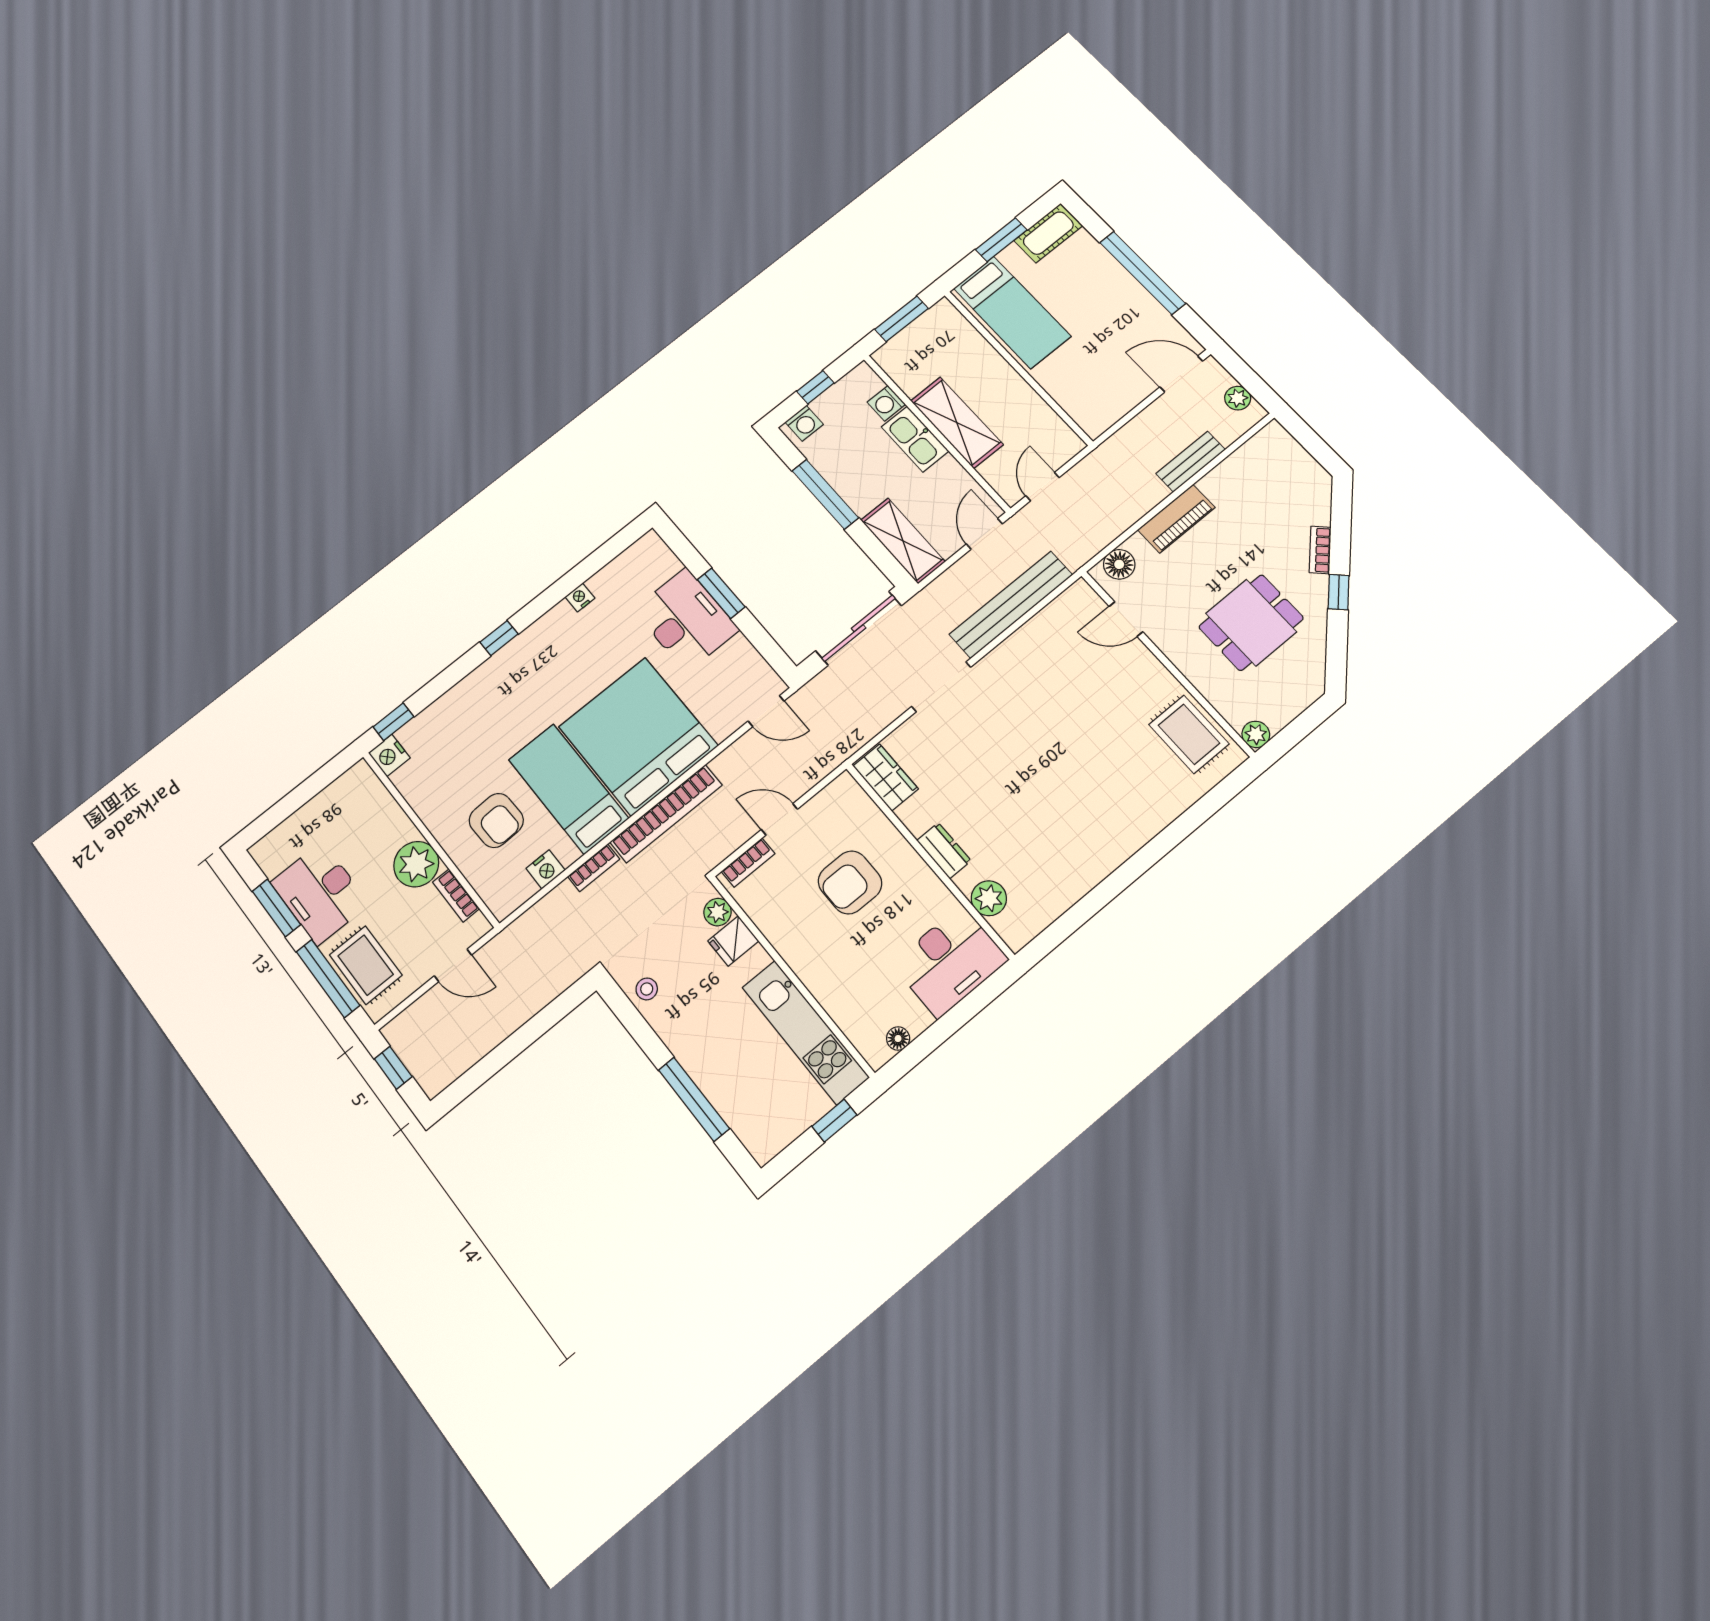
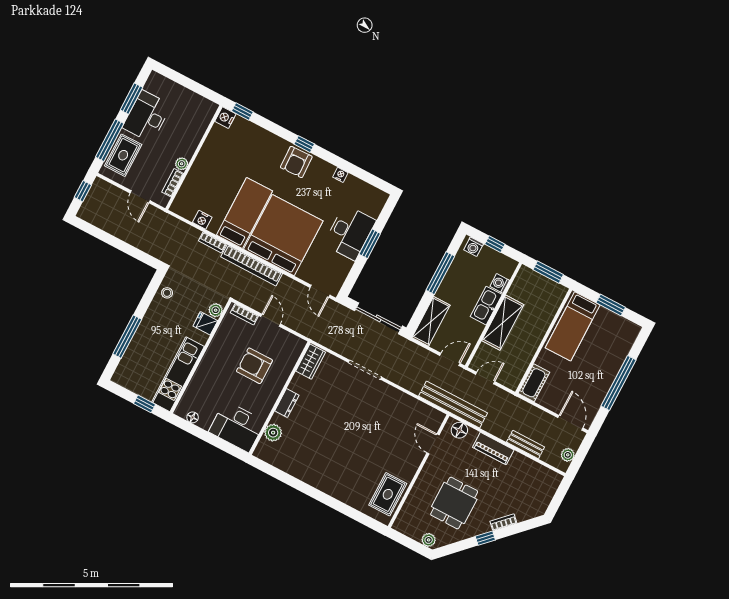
cot: (1048, 233) -> (534, 383), moved, turned 90
bench: (1011, 605) -> (453, 404), moved
dining table: (1251, 623) -> (454, 503), turned 90
plant: (1256, 734) -> (429, 540), moved
armchair: (496, 820) -> (296, 162), moved
plant: (416, 864) -> (182, 164), width x0.53, depth x0.53

